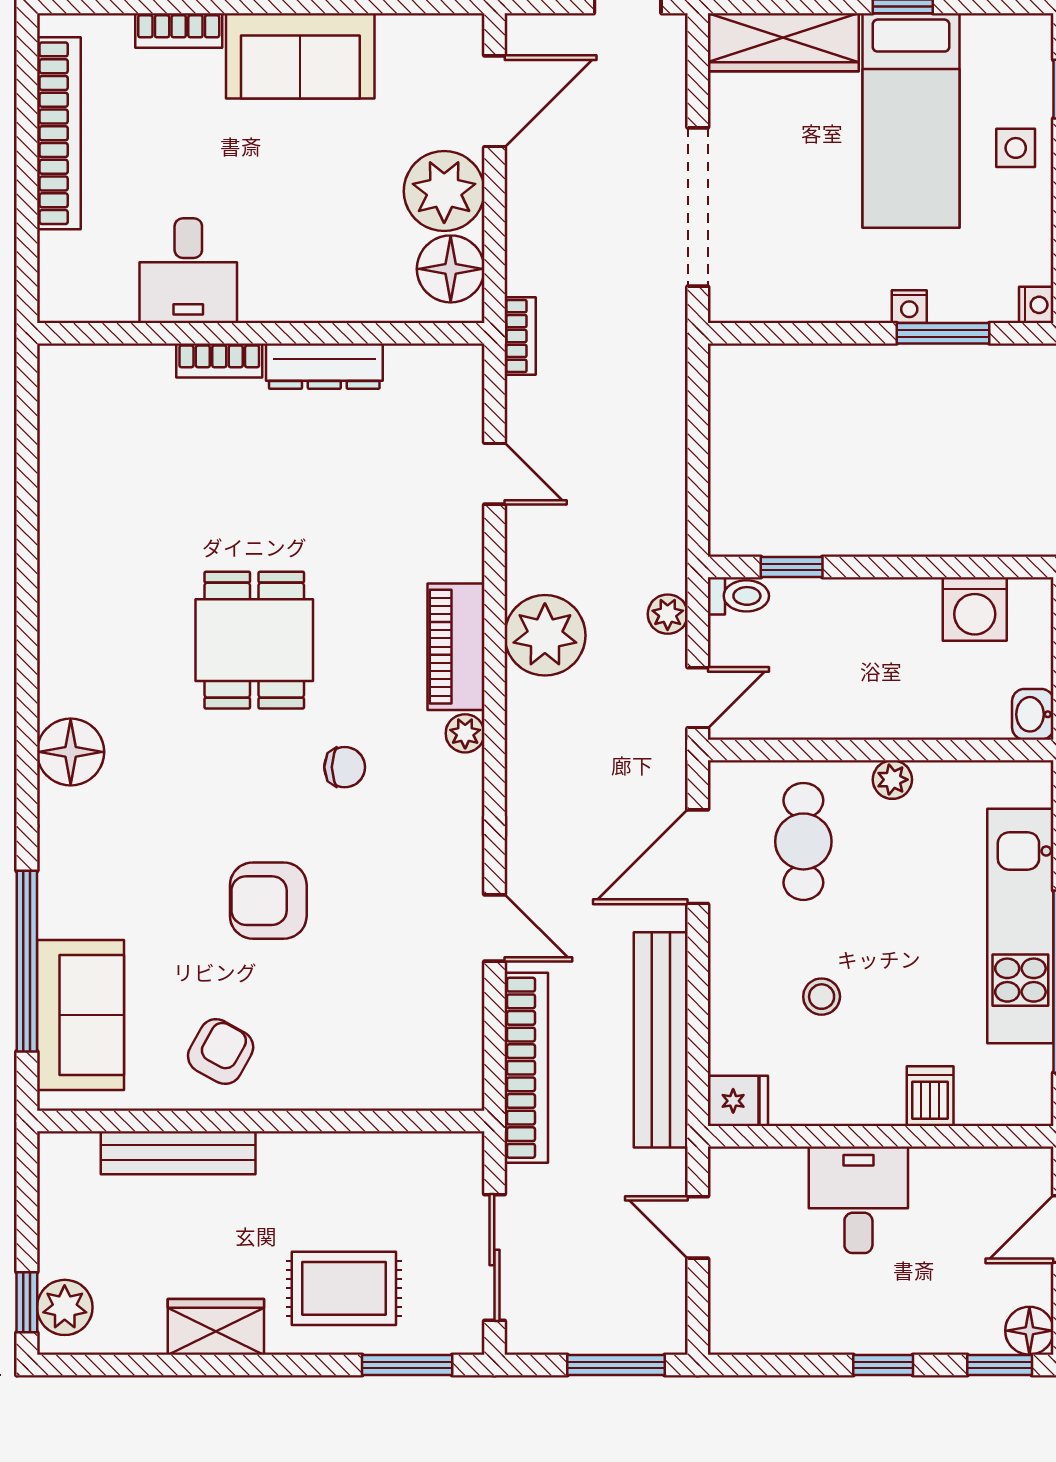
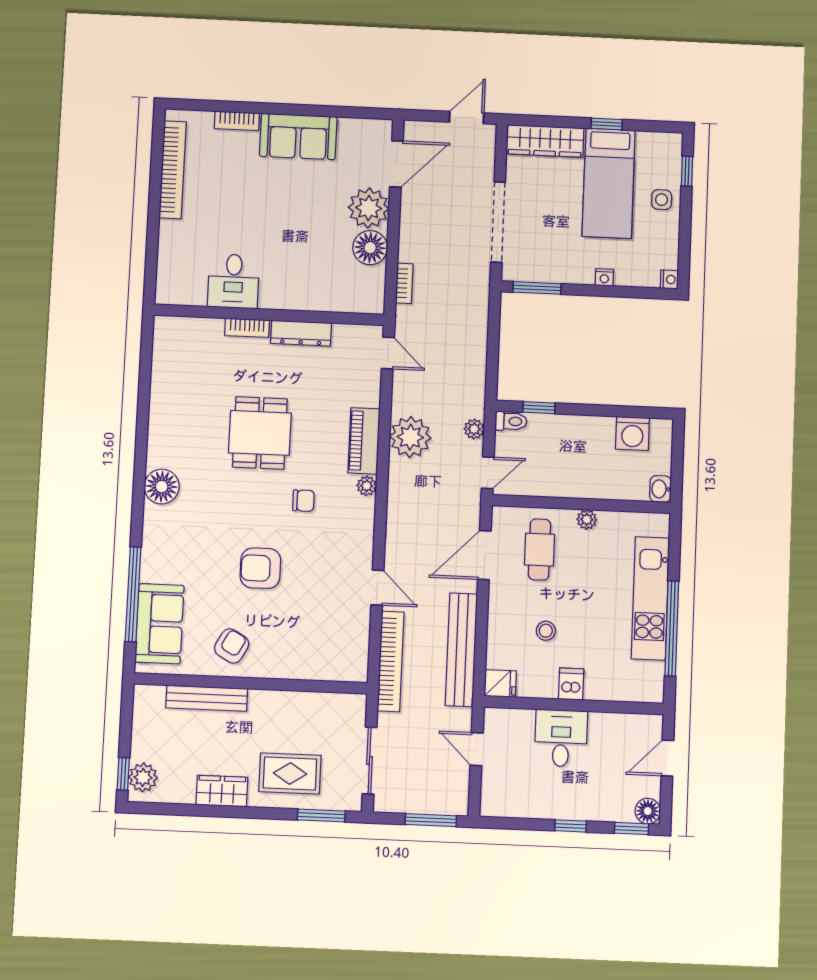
desk: (188, 271) -> (233, 281), moved
wall: (261, 333) -> (269, 315), moved
window: (943, 333) -> (537, 288), moved
bookcase: (219, 361) -> (247, 328), moved
dresser: (324, 366) -> (301, 333), moved
dishwasher: (930, 1096) -> (571, 684), moved

